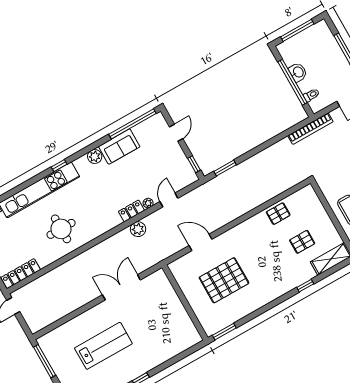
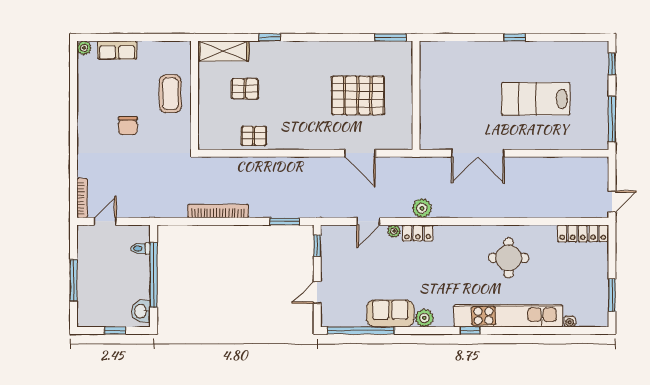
window: (297, 30) -> (115, 330), width x0.46
washbasin: (298, 72) -> (141, 311), moved
bookcase: (310, 129) -> (218, 211), moved

